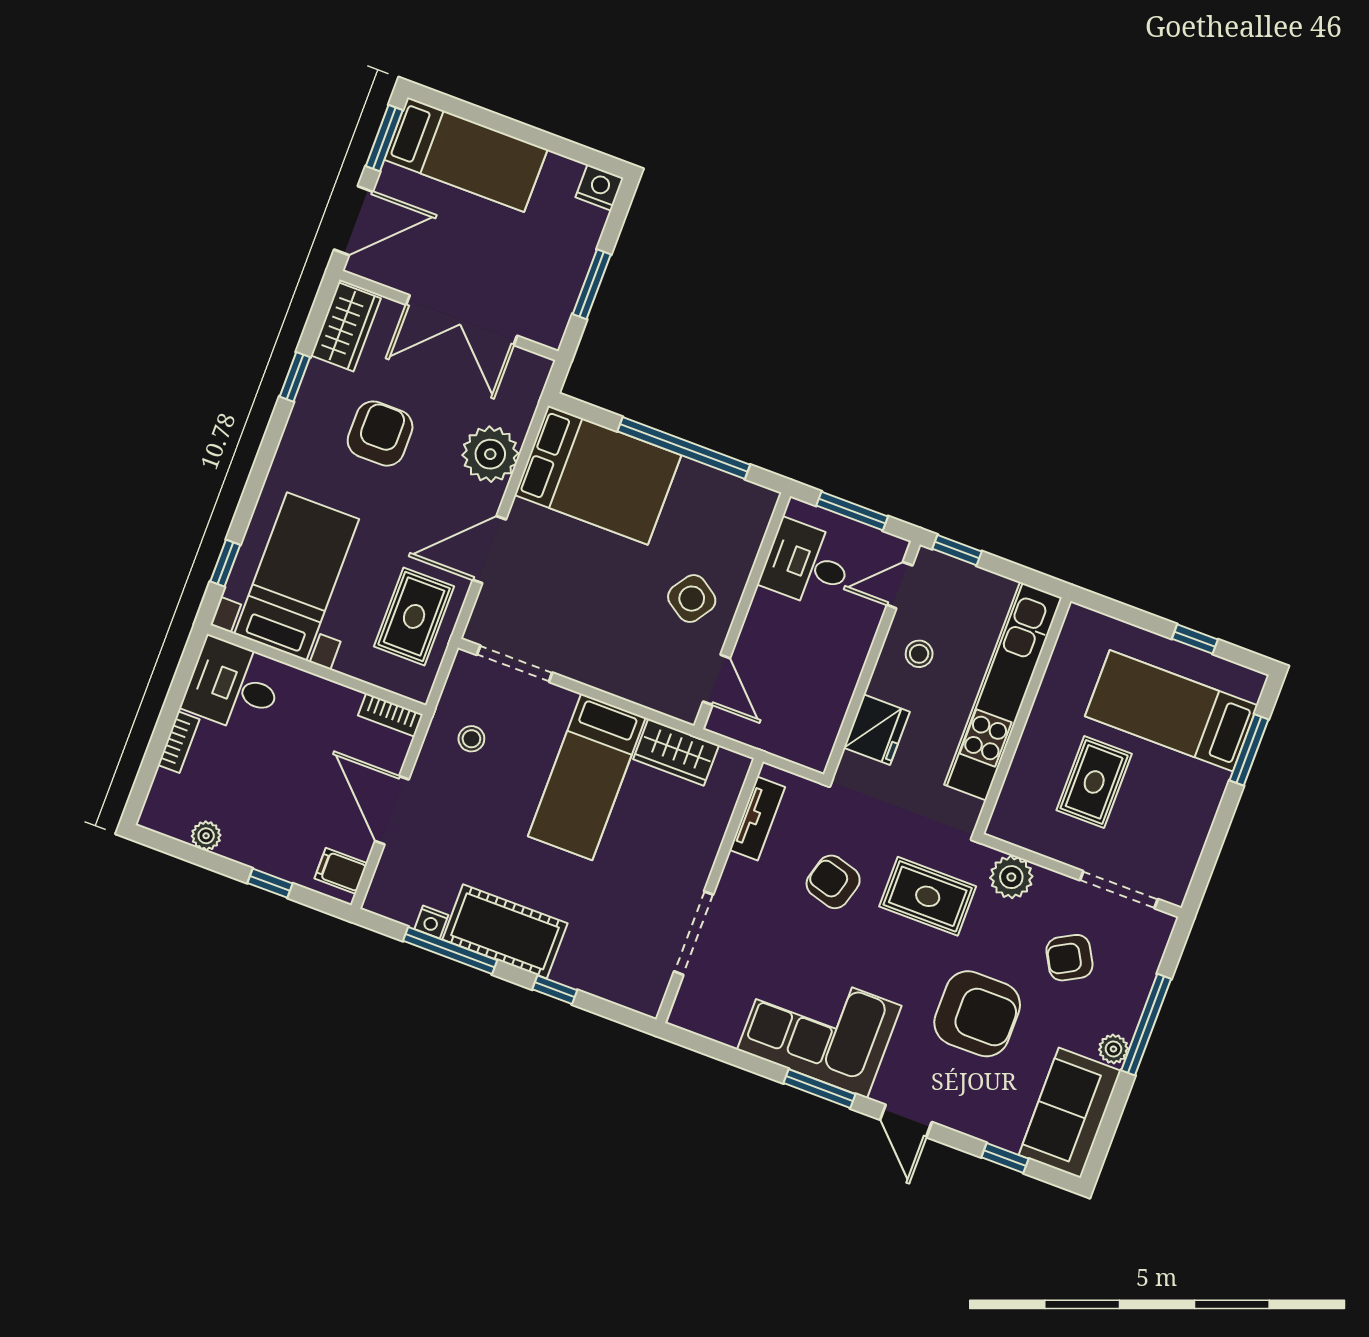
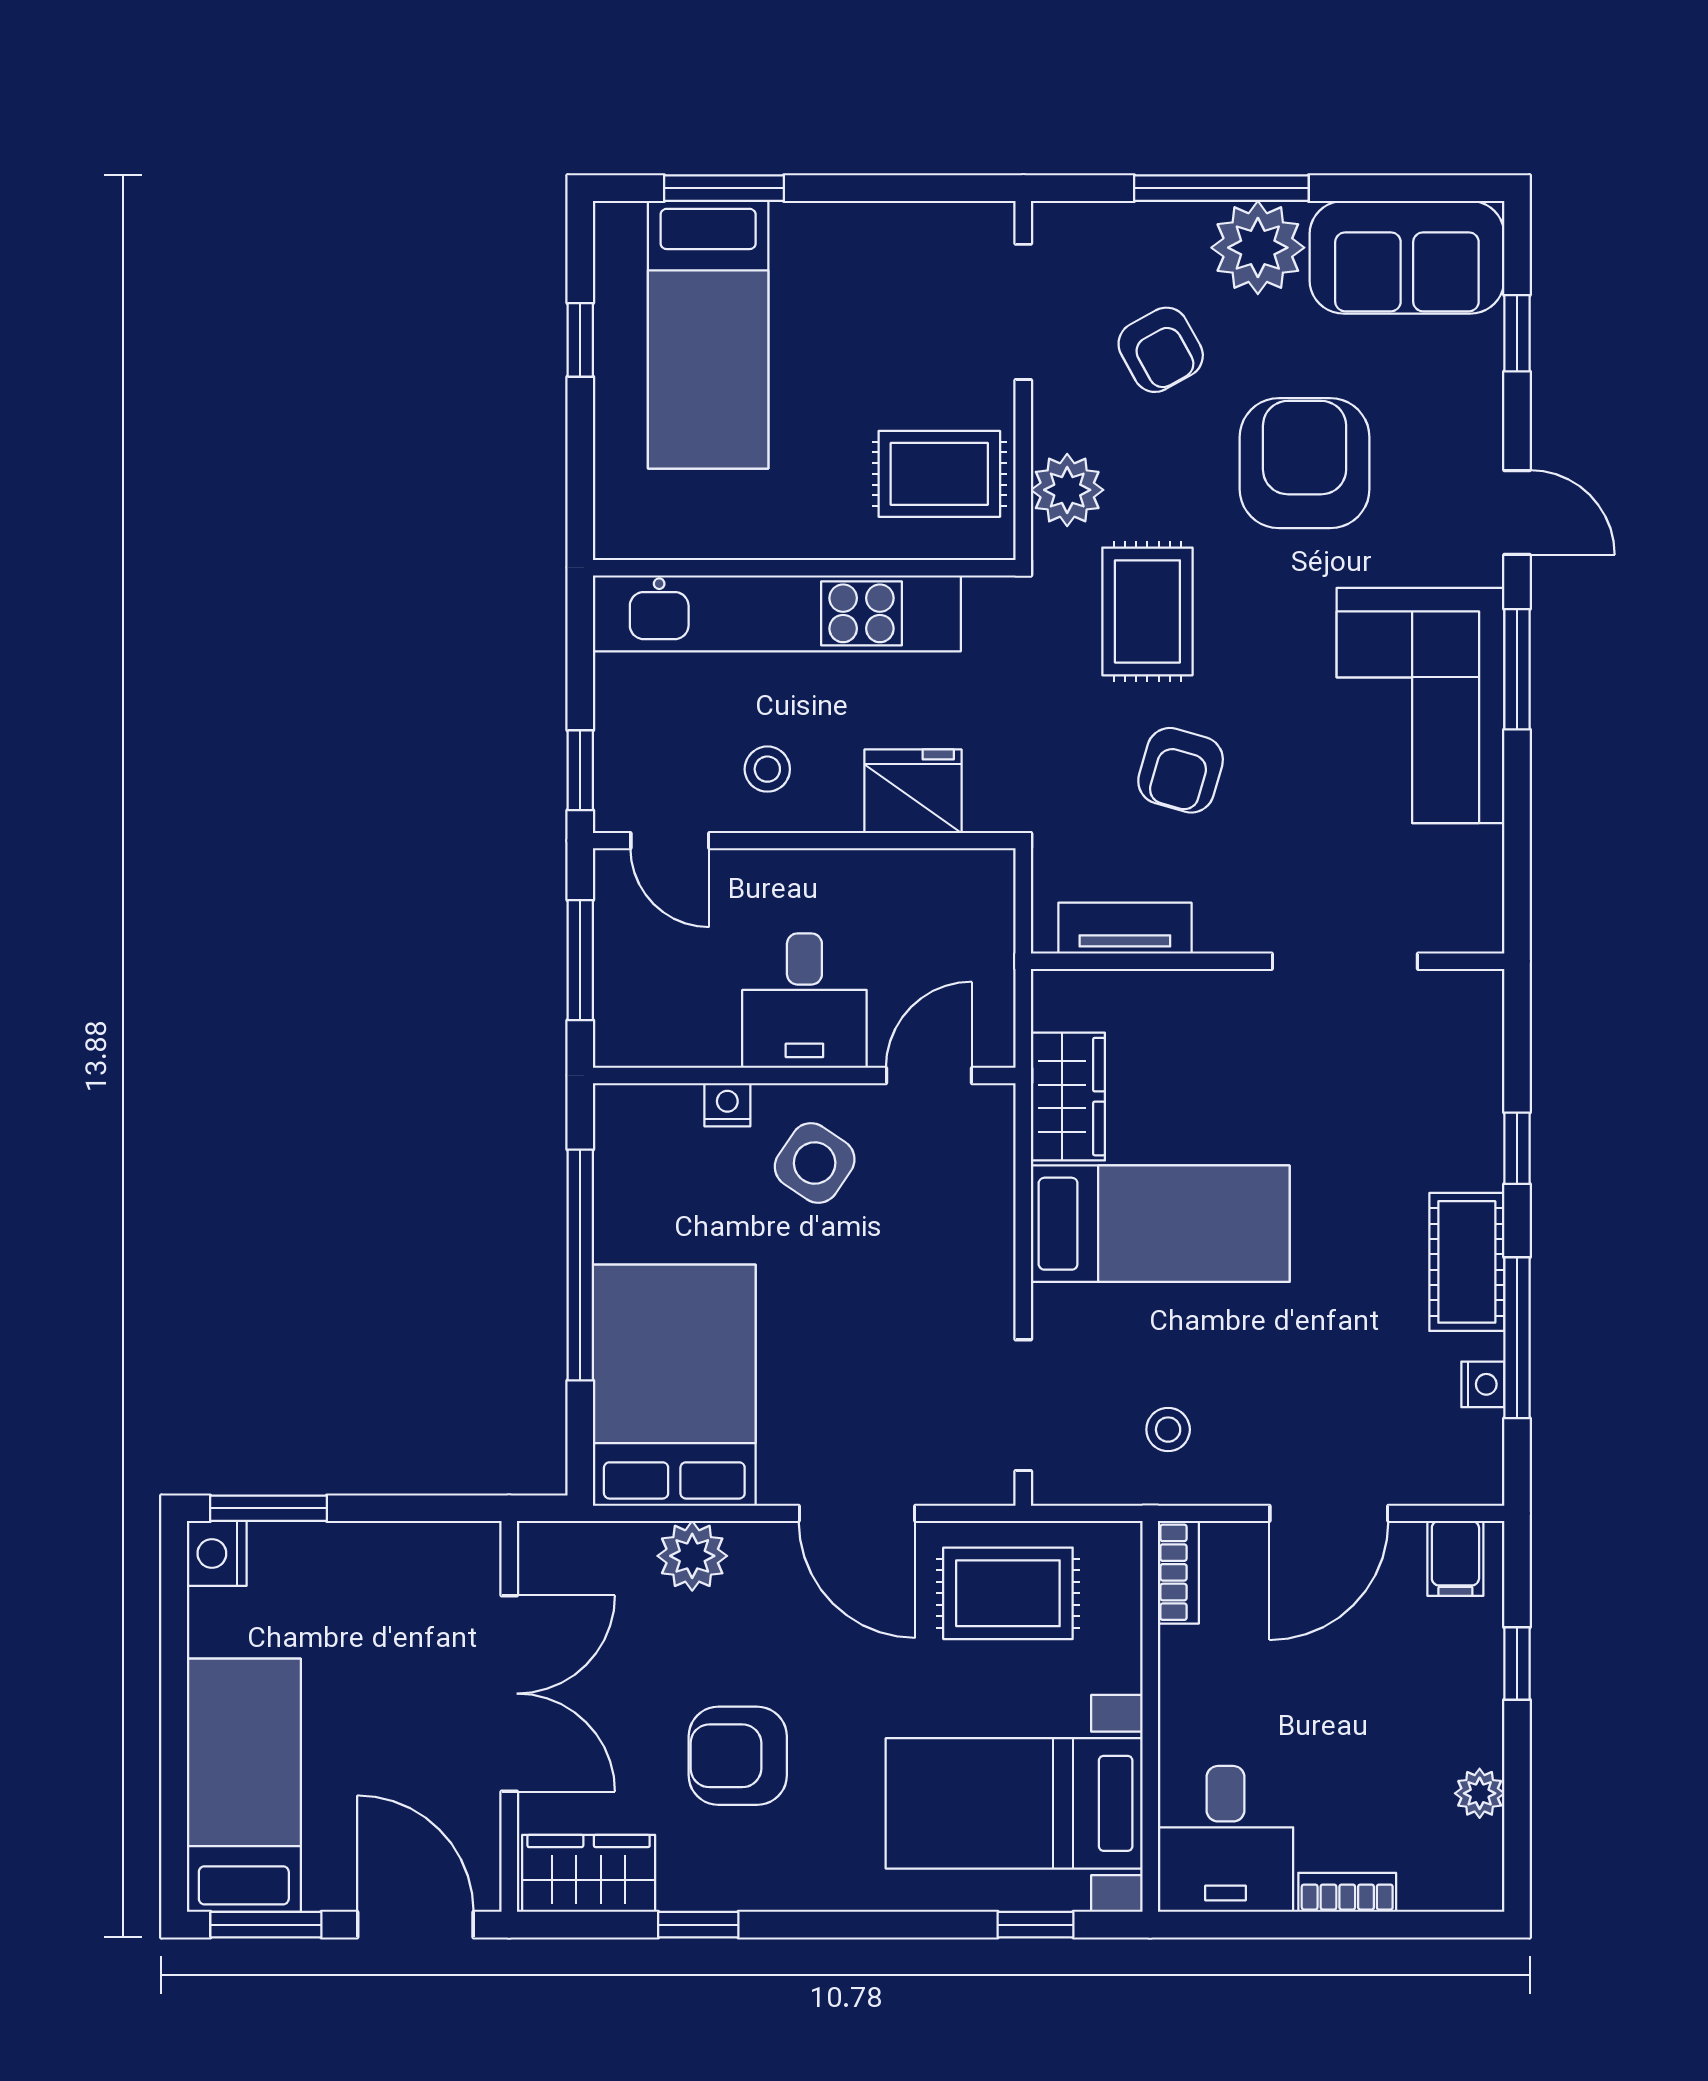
window: (592, 284) -> (268, 1508), moved
plant: (490, 454) -> (692, 1556), width x0.73, depth x0.73
nightstand: (742, 562) -> (727, 1105), added
desk: (807, 564) -> (804, 1001), moved
rug: (1094, 782) -> (939, 474), moved
cot: (505, 931) -> (1467, 1262), width x0.73, depth x0.75
plant: (1113, 1049) -> (1258, 248), width x1.88, depth x1.88
door: (906, 1121) -> (1517, 512), hinge flipped

